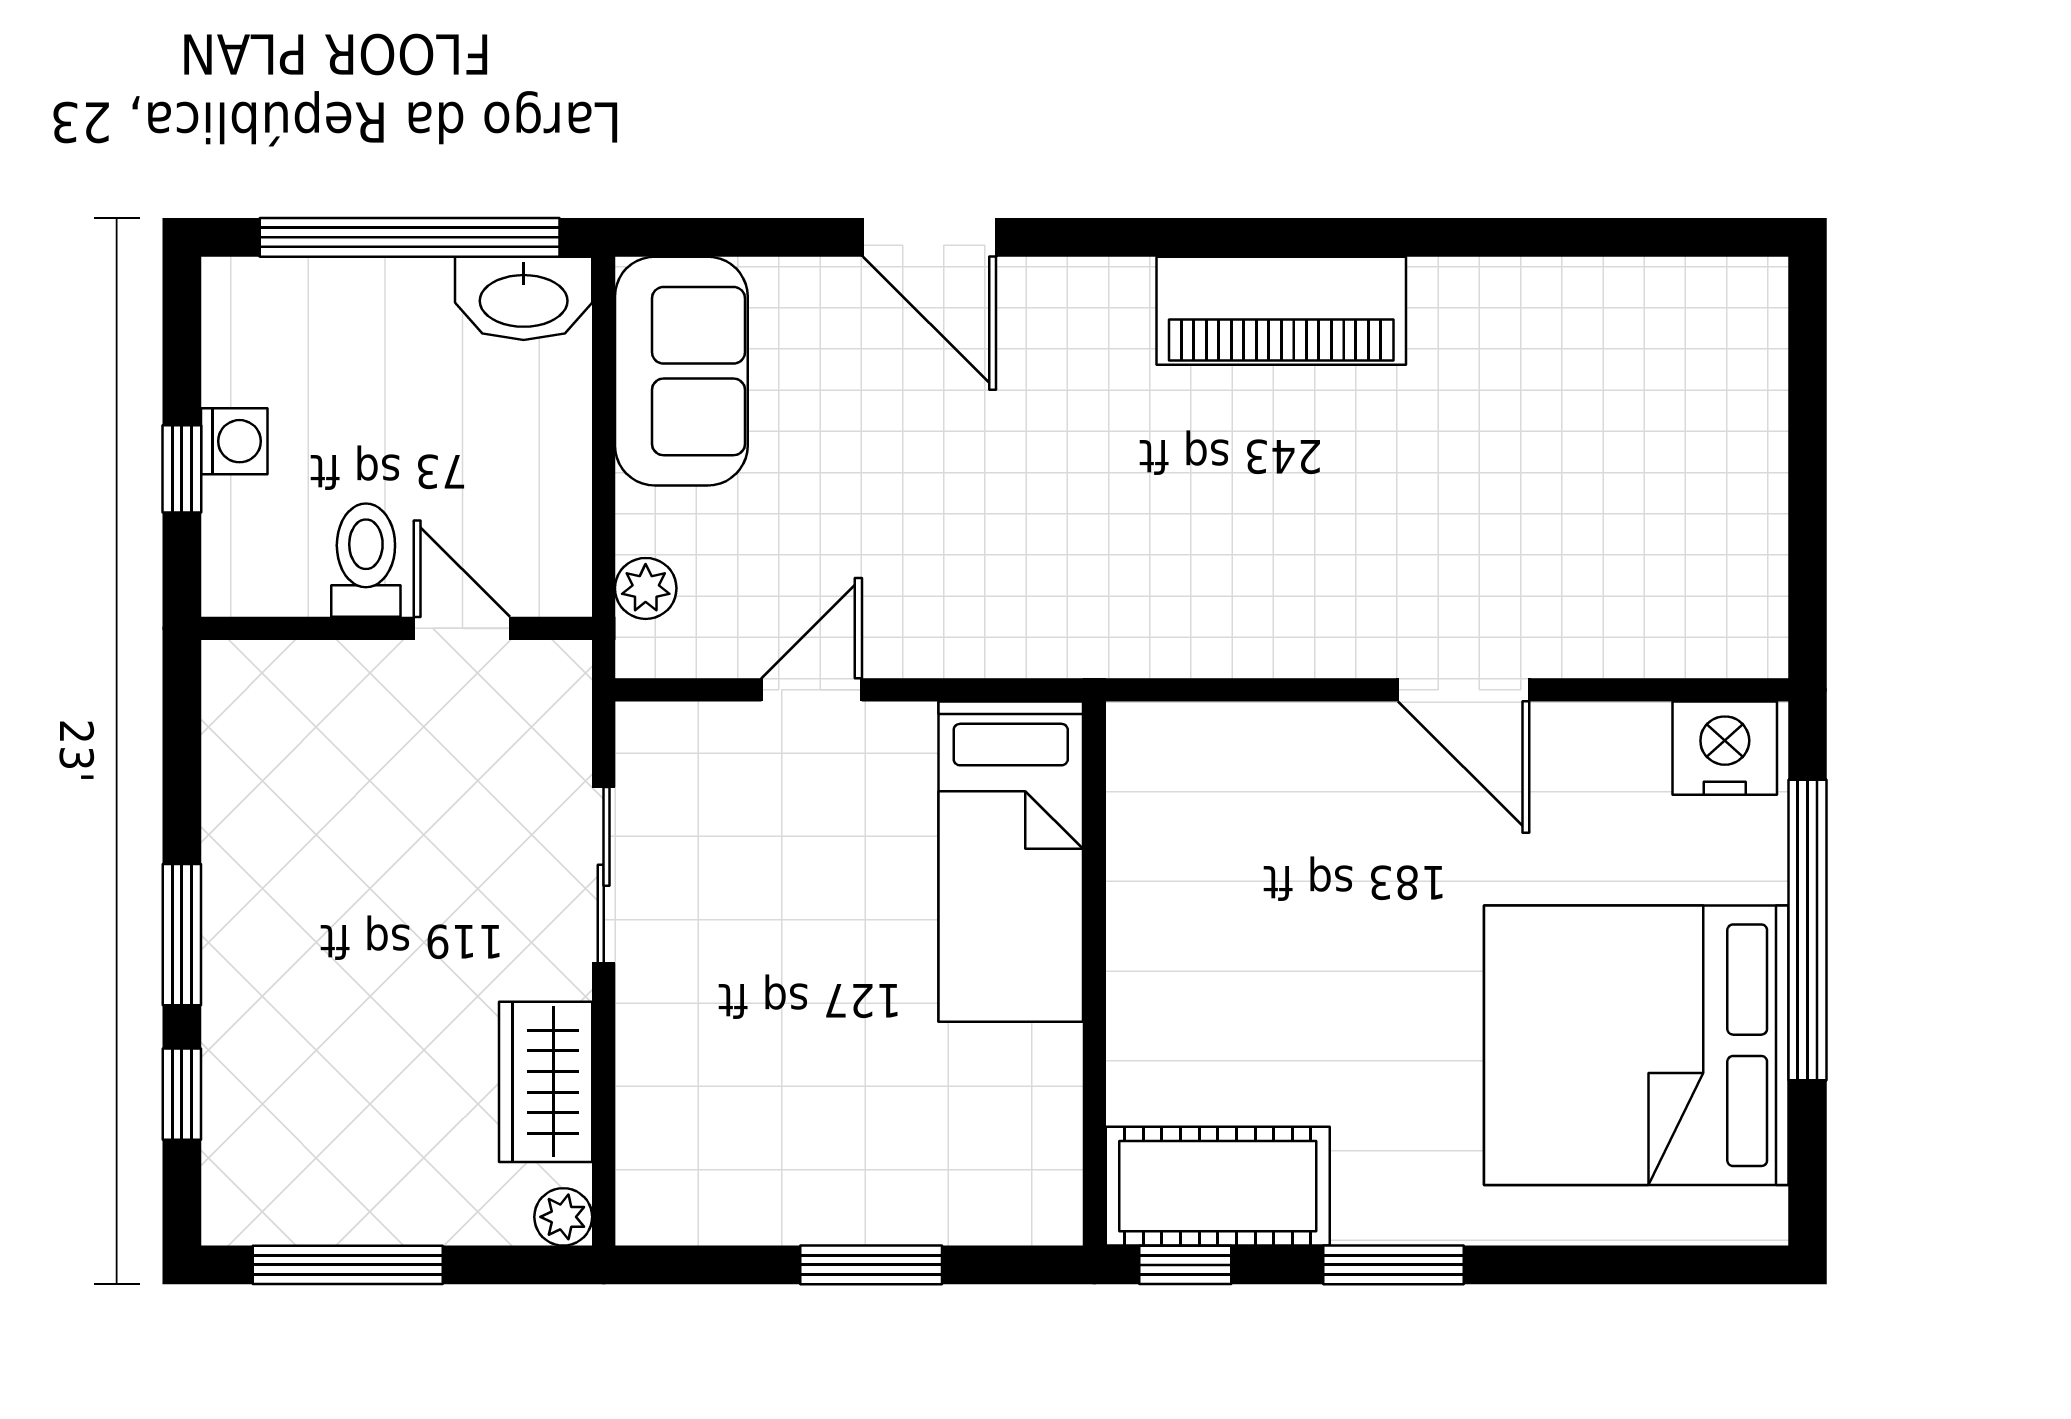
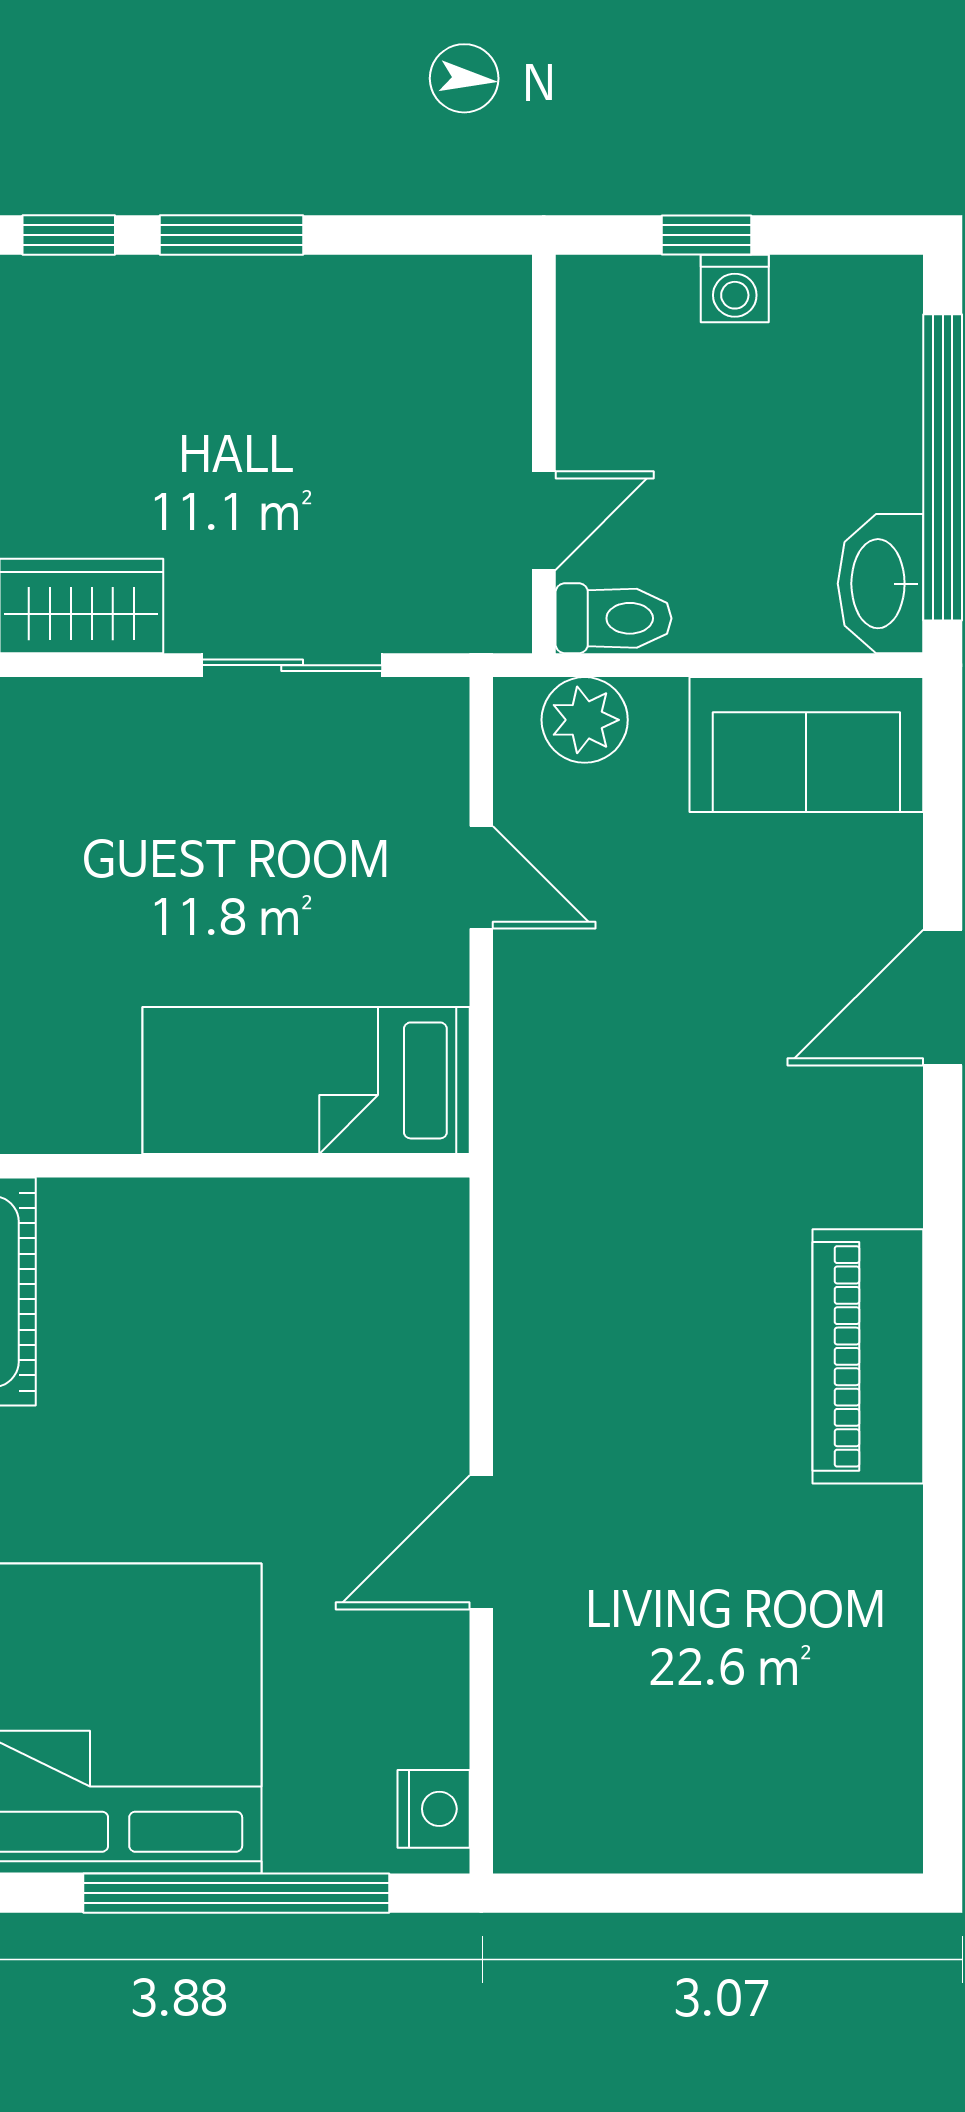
toilet: (366, 560) -> (613, 618), moved
plant: (646, 588) -> (585, 720), width x1.38, depth x1.38
nightstand: (1725, 748) -> (434, 1809), width x0.74, depth x0.75

